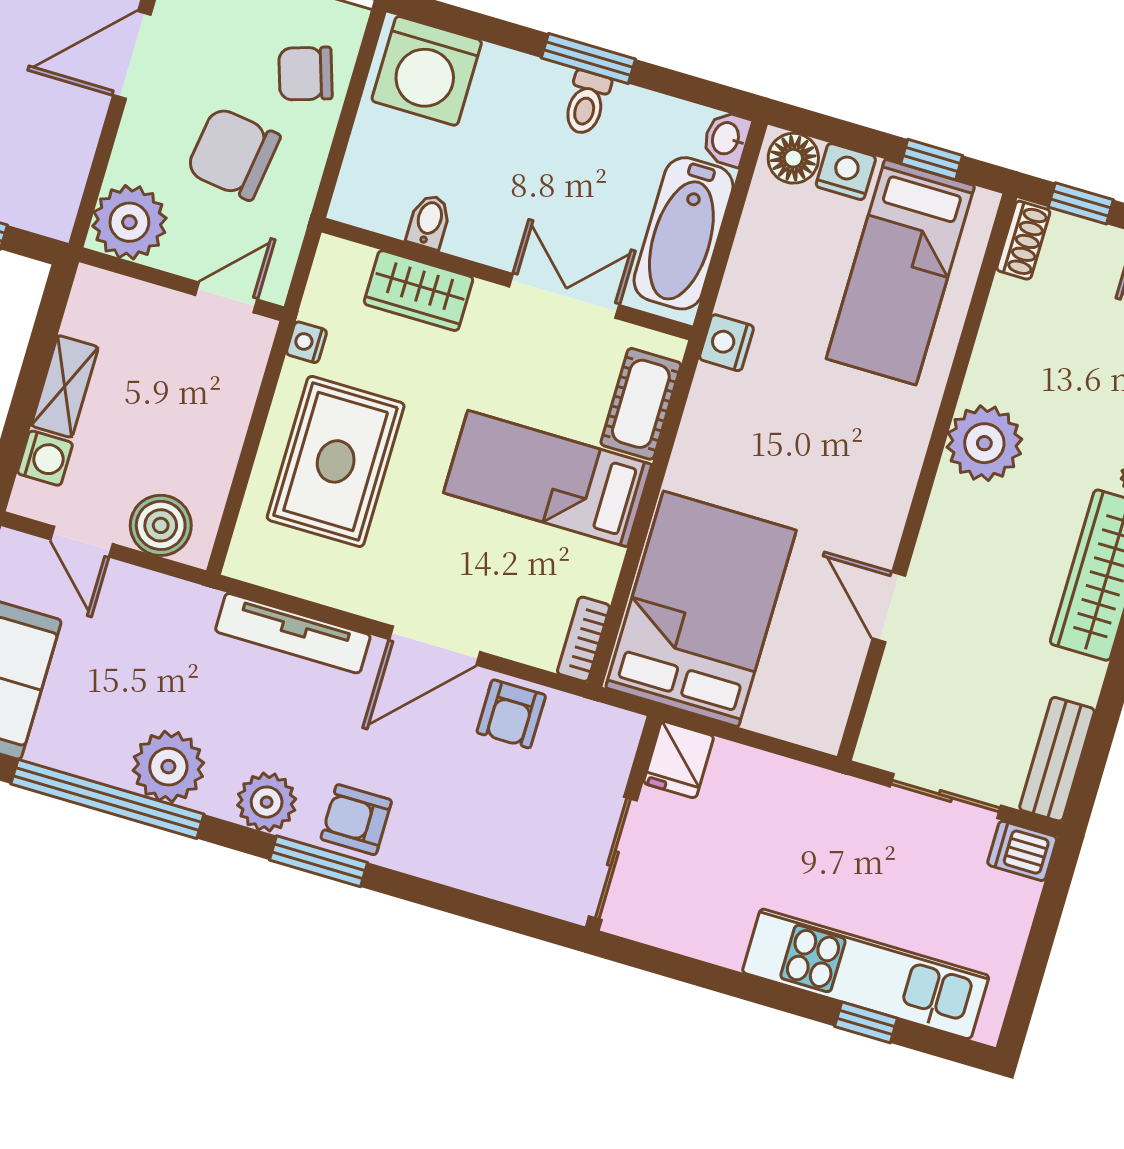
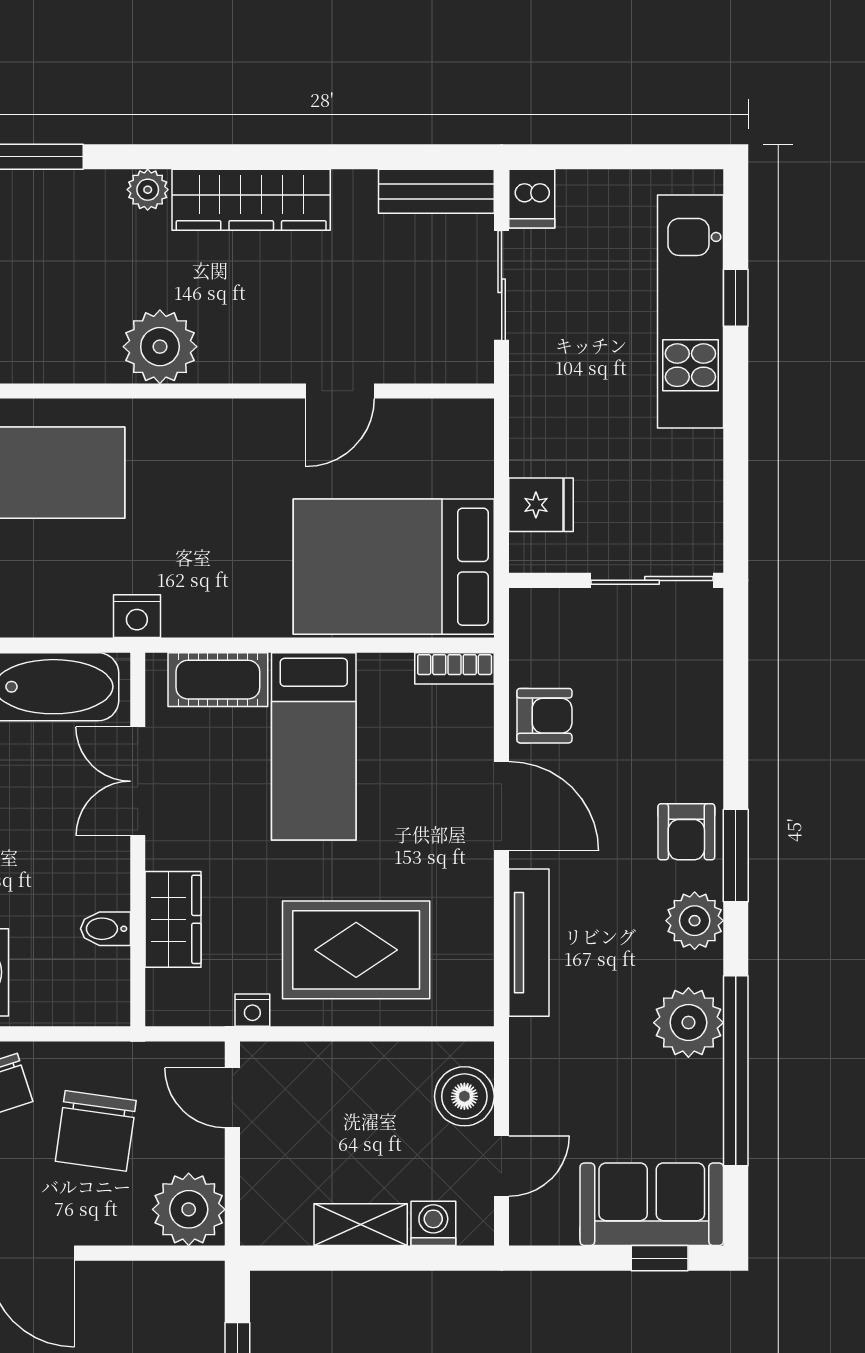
fridge: (679, 760) -> (541, 505), moved

